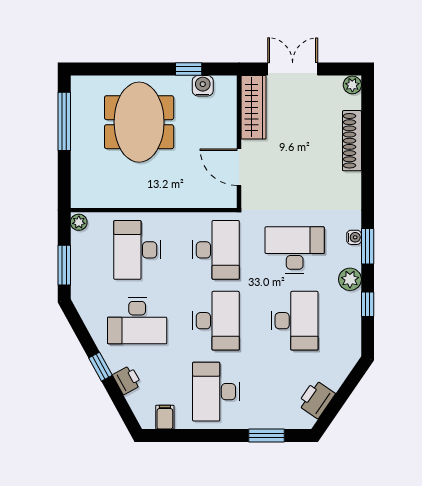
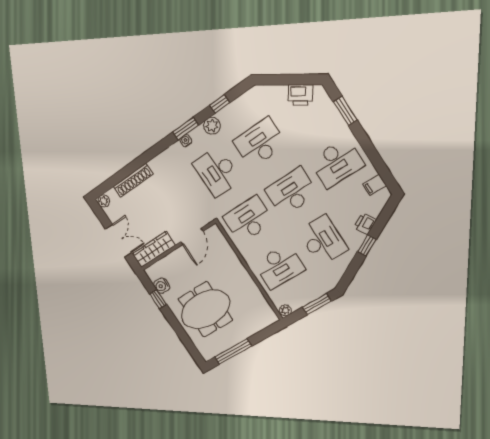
double door: (293, 69) -> (118, 241), swing flipped

